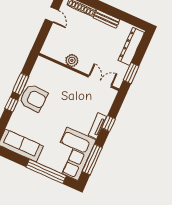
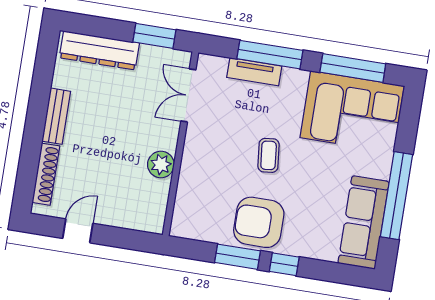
armchair: (34, 98) -> (259, 222), turned -93
coffee table: (63, 110) -> (269, 155), added
window: (109, 123) -> (270, 55), width x2.17
tv unit: (97, 126) -> (254, 72), moved
window: (46, 171) -> (397, 196), moved

